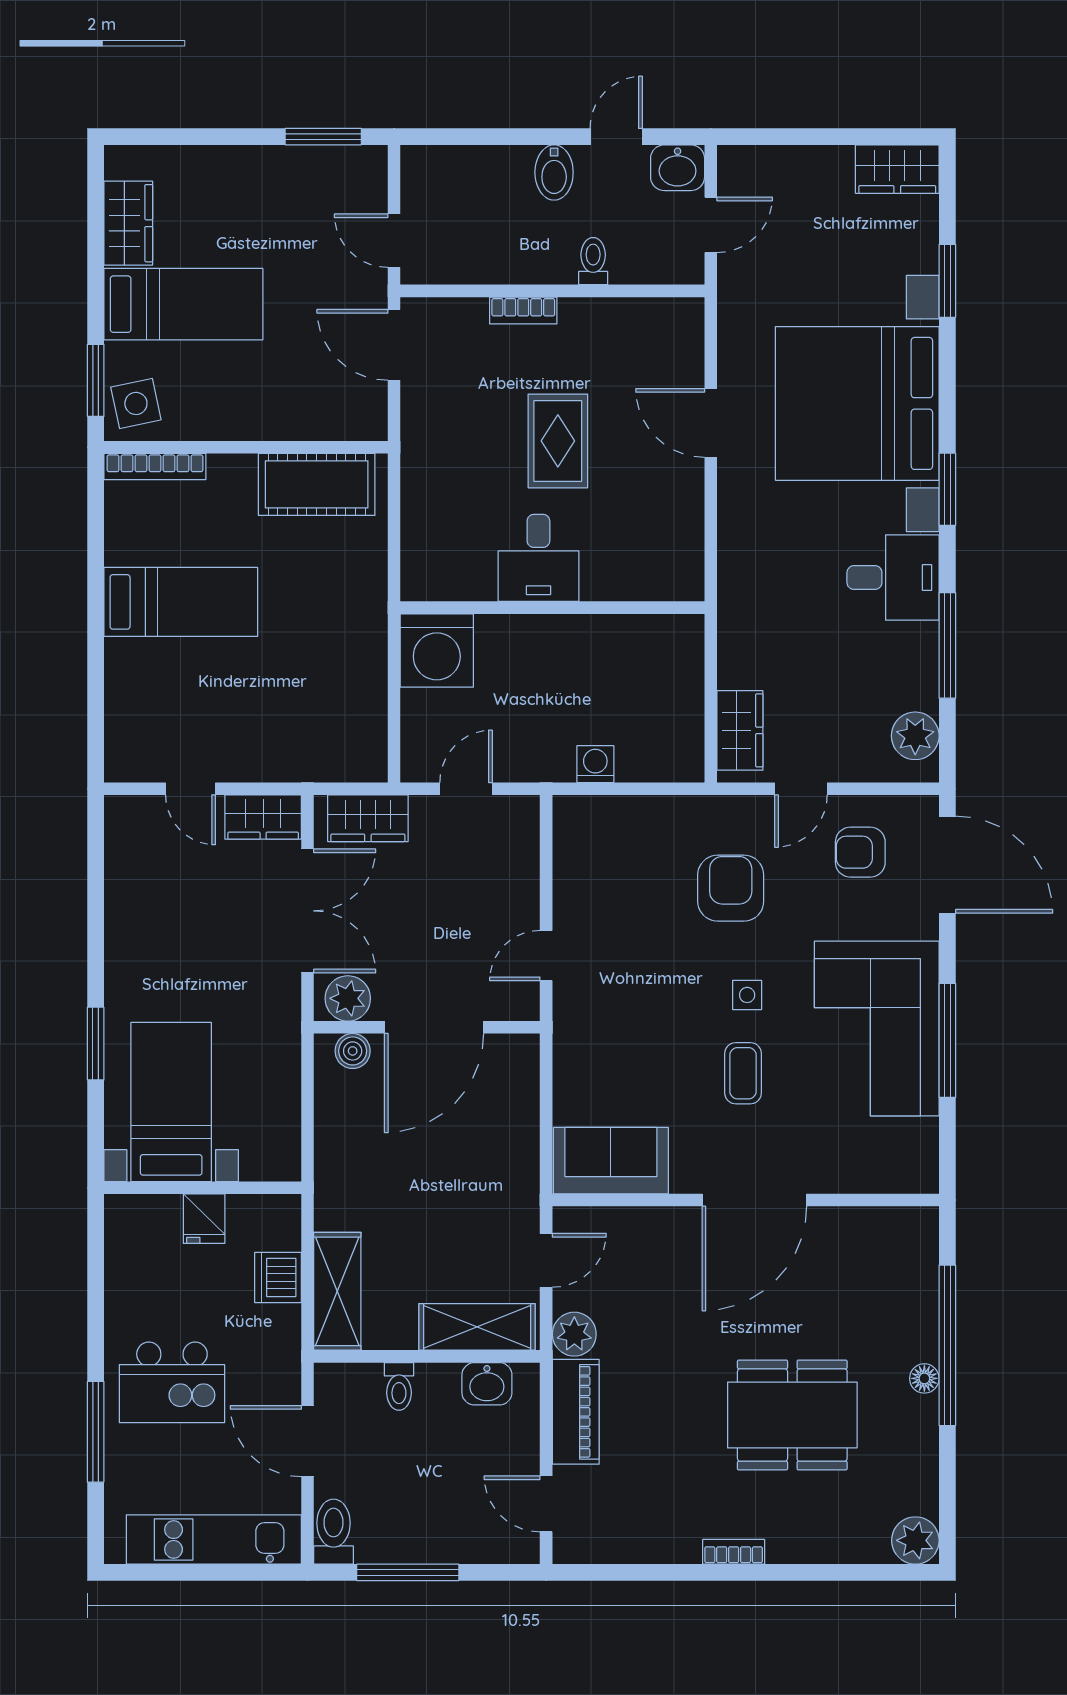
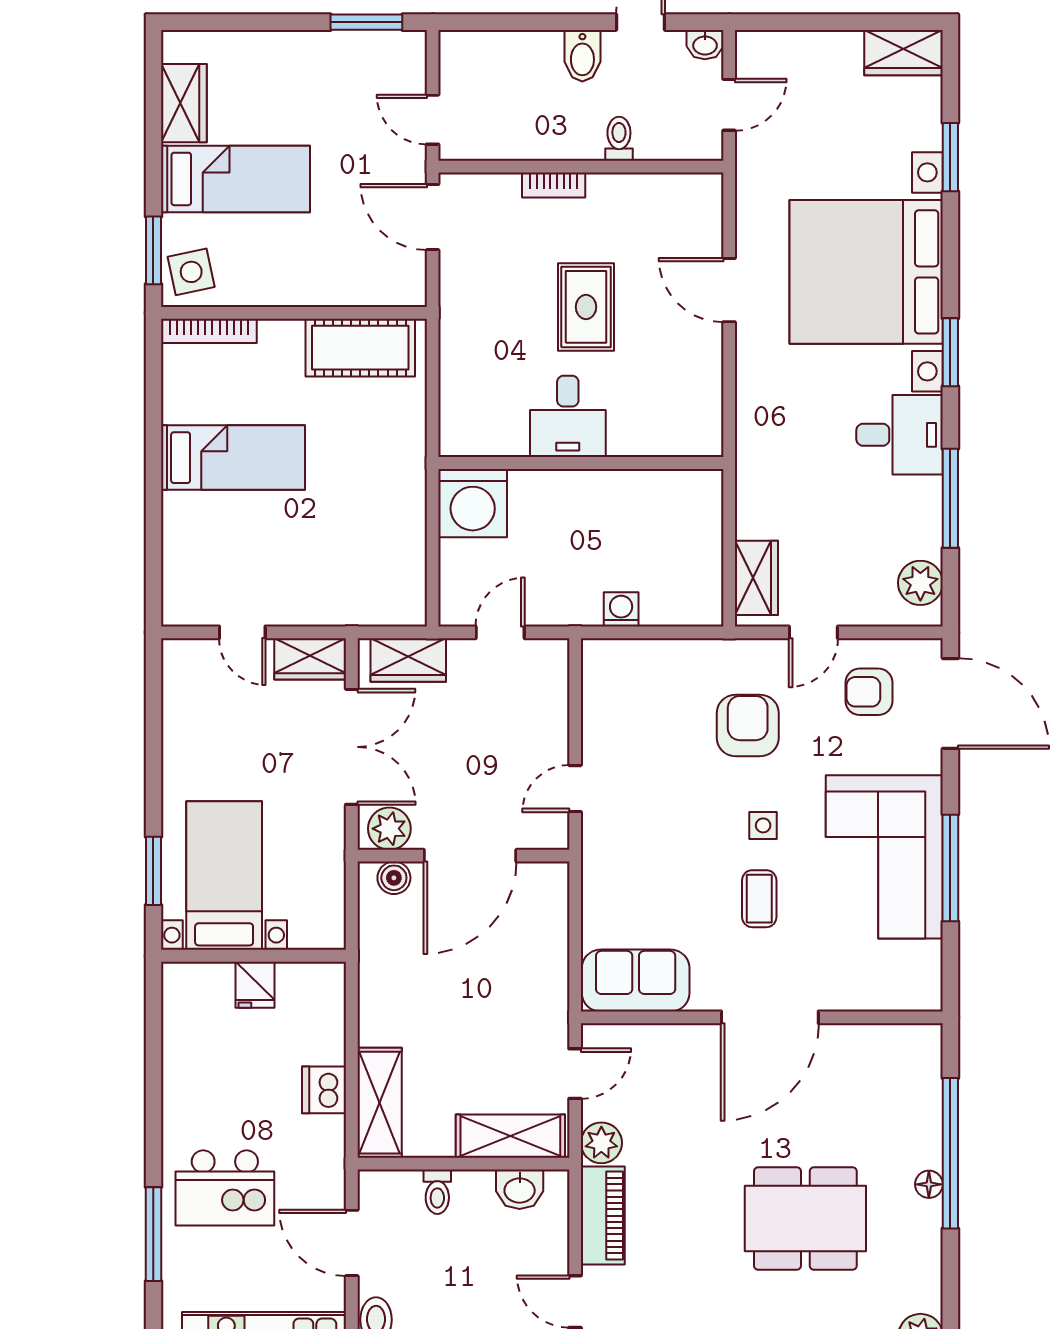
washbasin: (678, 168) -> (705, 45), width x0.72, depth x0.69
bed with nightstands: (171, 1102) -> (224, 876), moved
wall: (203, 1188) -> (254, 956), moved
fridge: (204, 1219) -> (255, 985), moved

